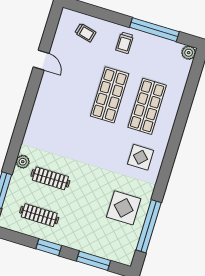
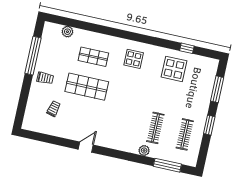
trolley: (85, 33) -> (54, 109), moved
plant: (189, 53) -> (67, 32), moved
door: (41, 60) -> (86, 147), moved
shop shelf: (147, 106) -> (93, 57), width x0.70, depth x0.74
window: (149, 226) -> (187, 48), width x0.32

